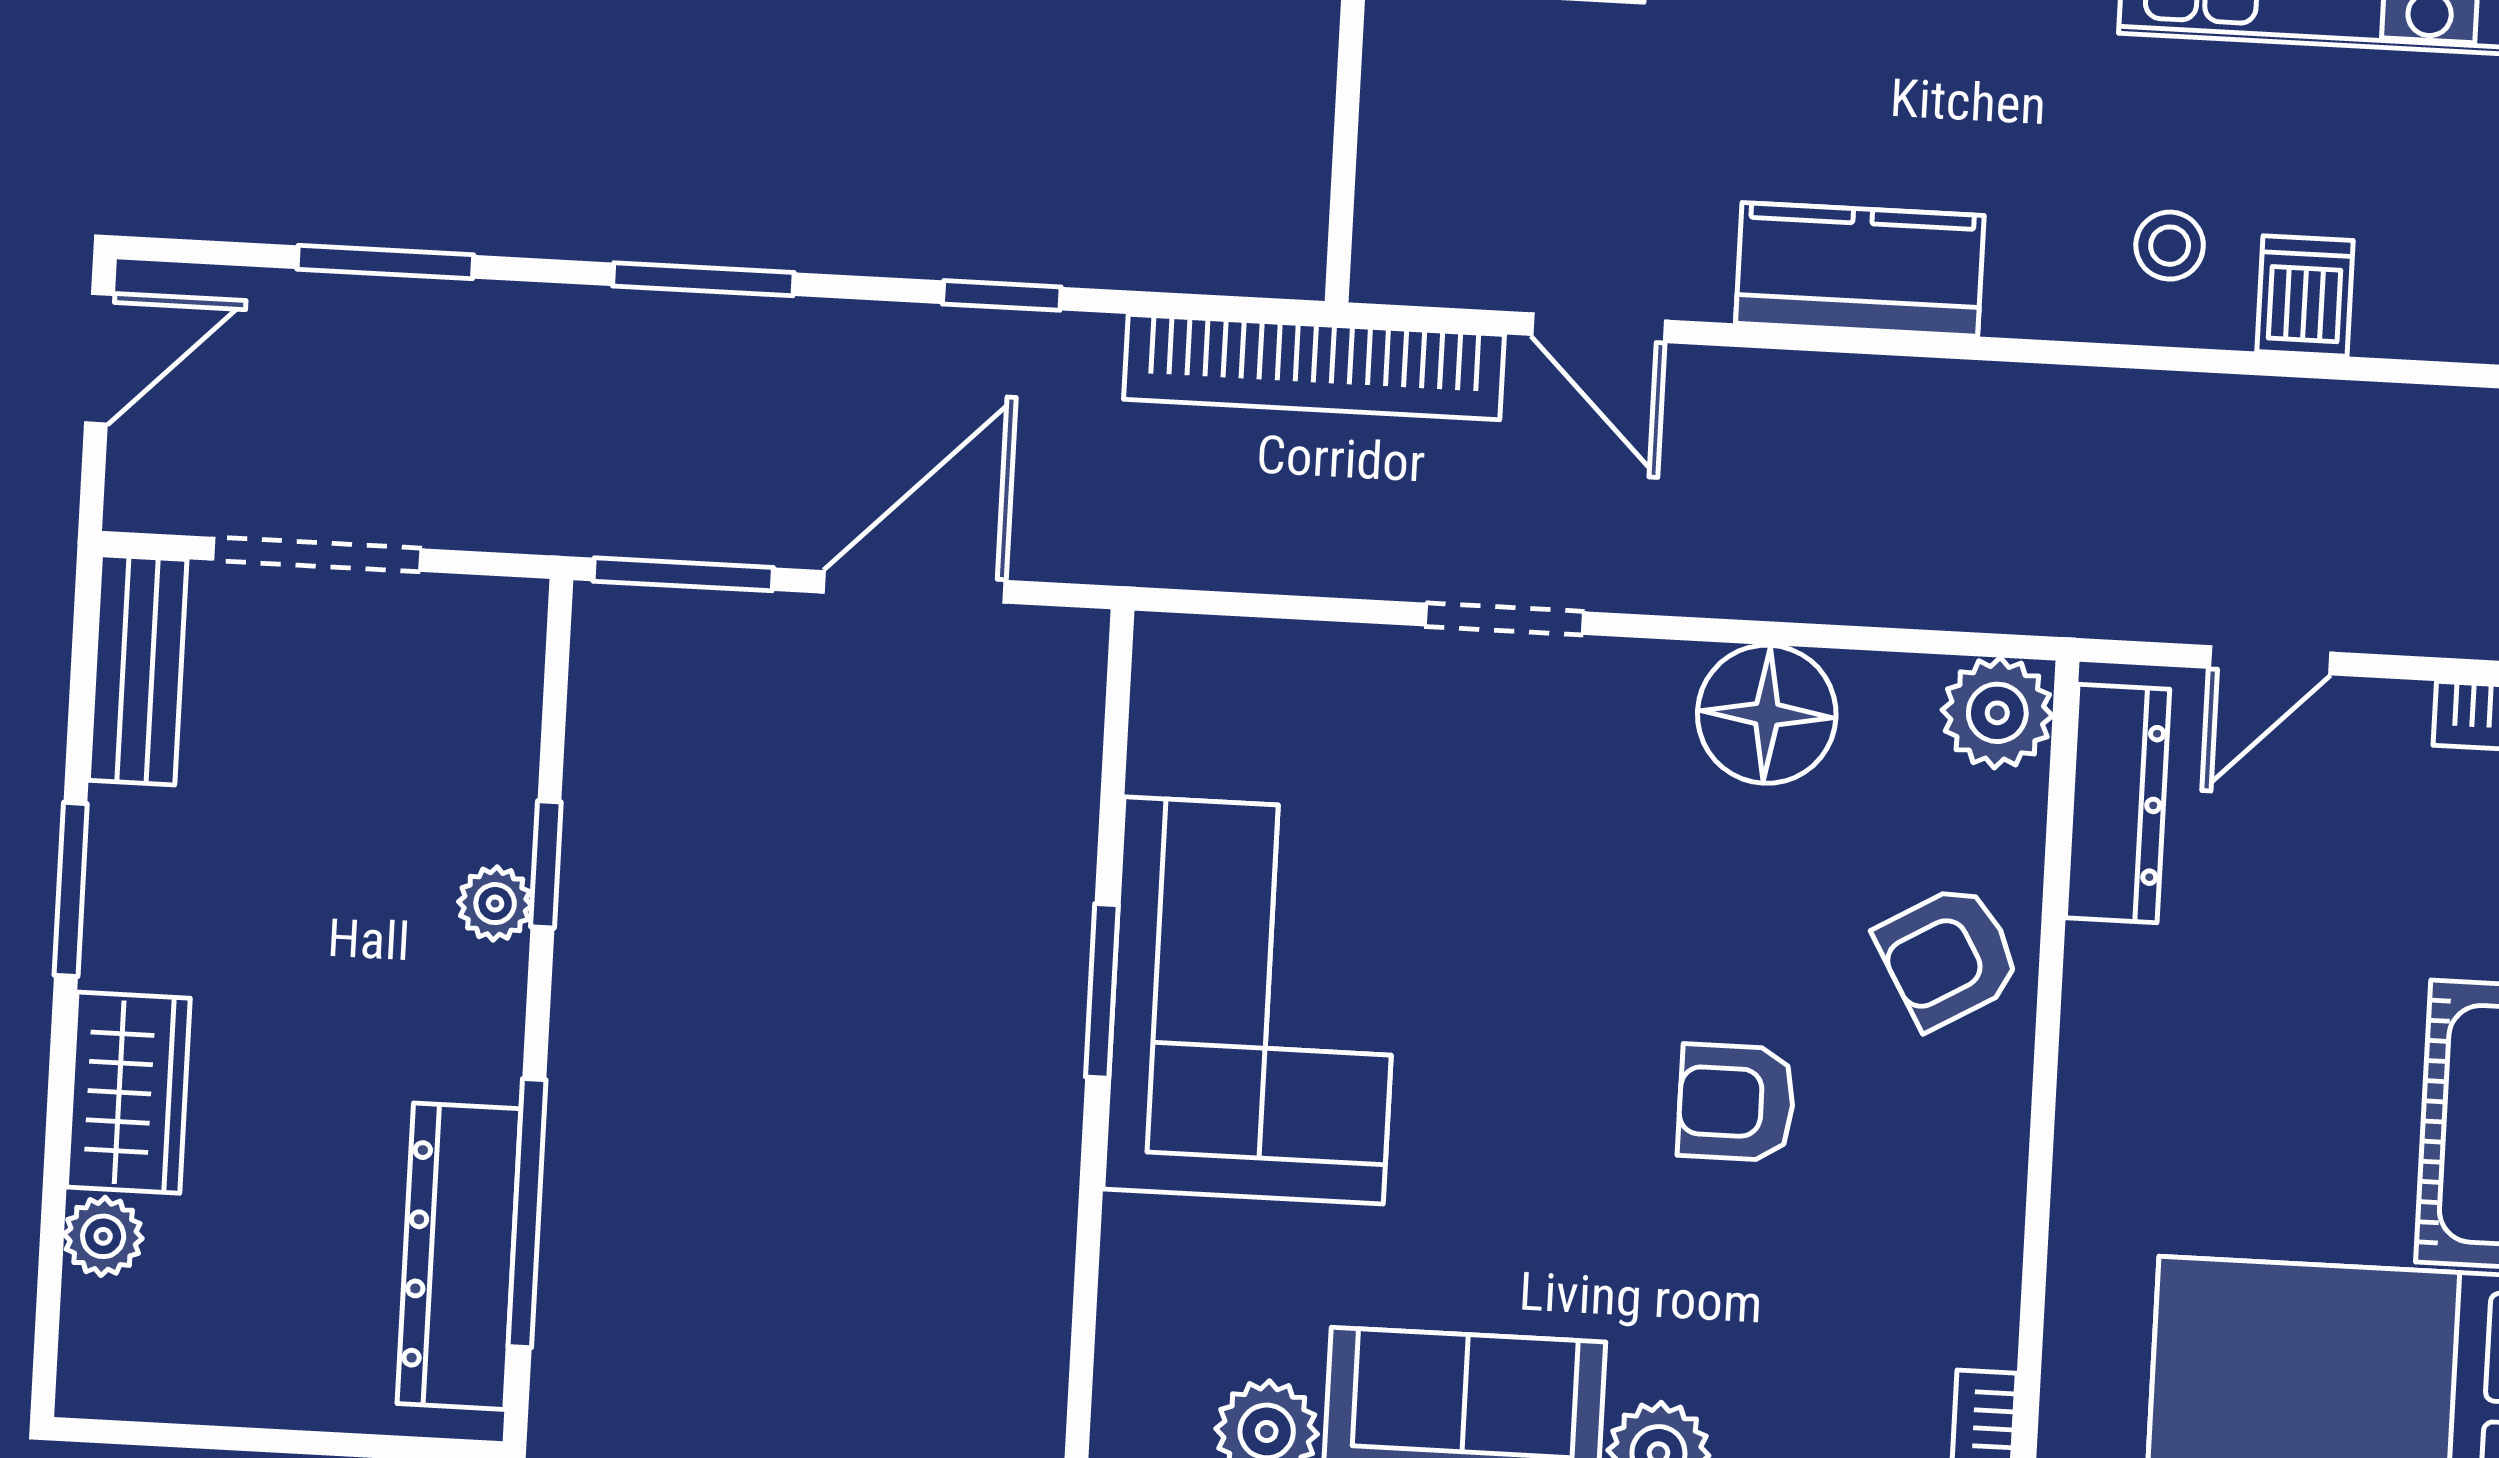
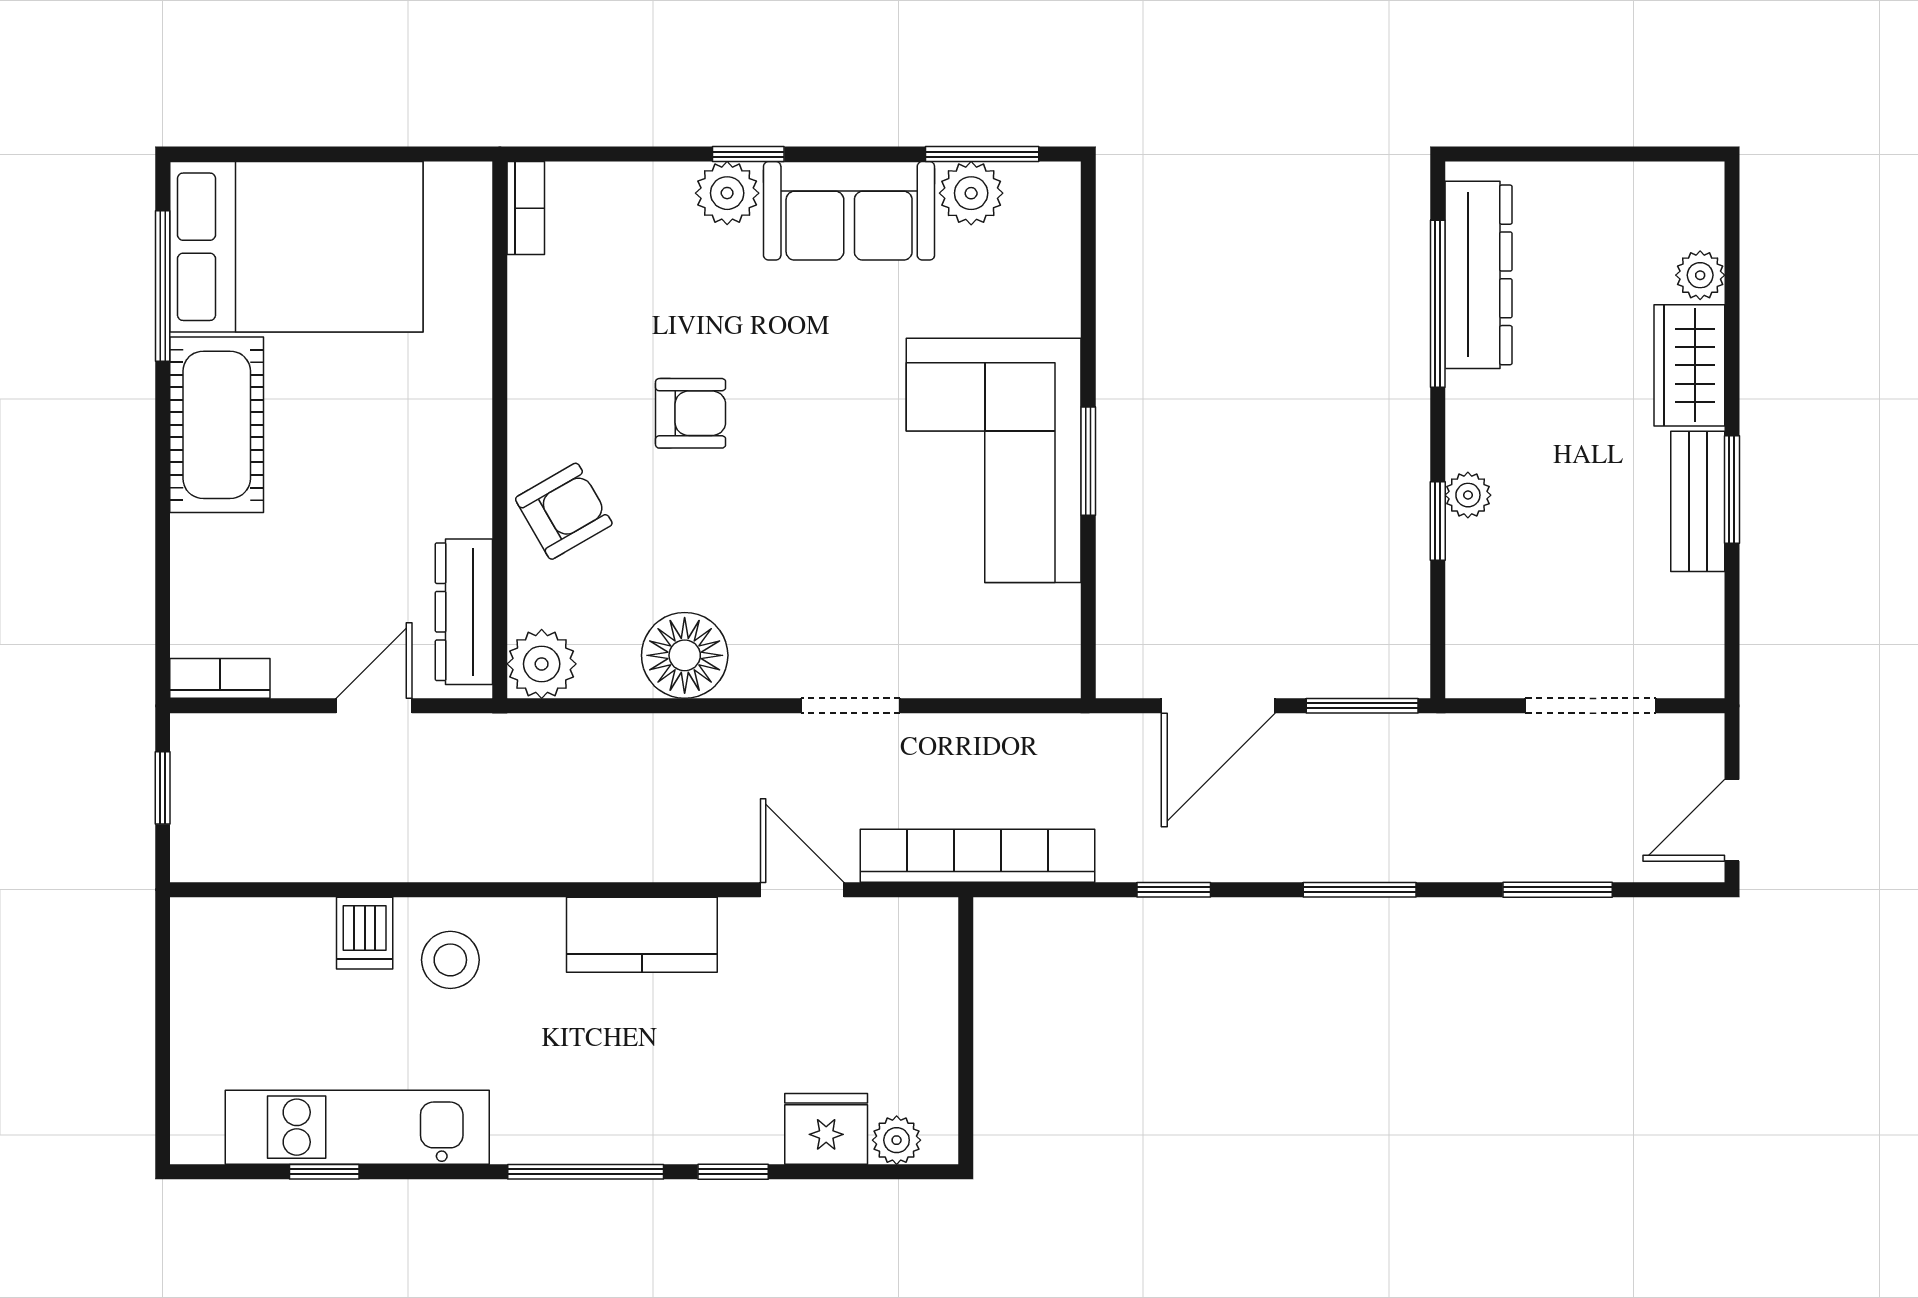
stool: (2170, 246) -> (450, 960), width x1.37, depth x1.37
bench: (138, 670) -> (1698, 501), moved

